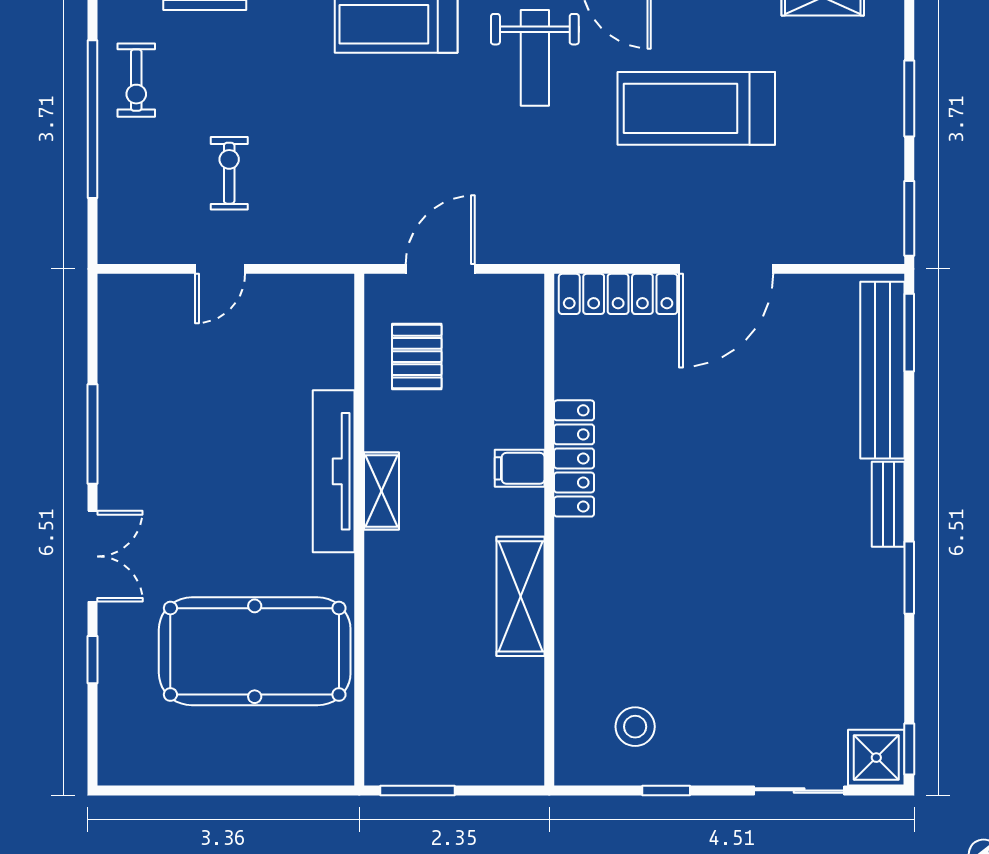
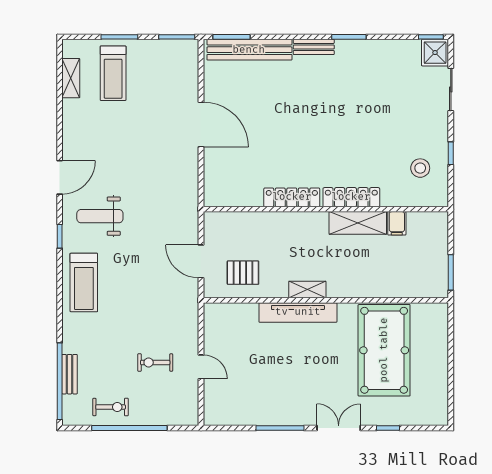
weight bench: (535, 58) -> (100, 216), turned 180
treadmill: (696, 108) -> (113, 73), moved, width x0.73, depth x0.73
locker: (618, 294) -> (351, 197), moved, turned -90
filing cabinet: (520, 468) -> (397, 223), moved

